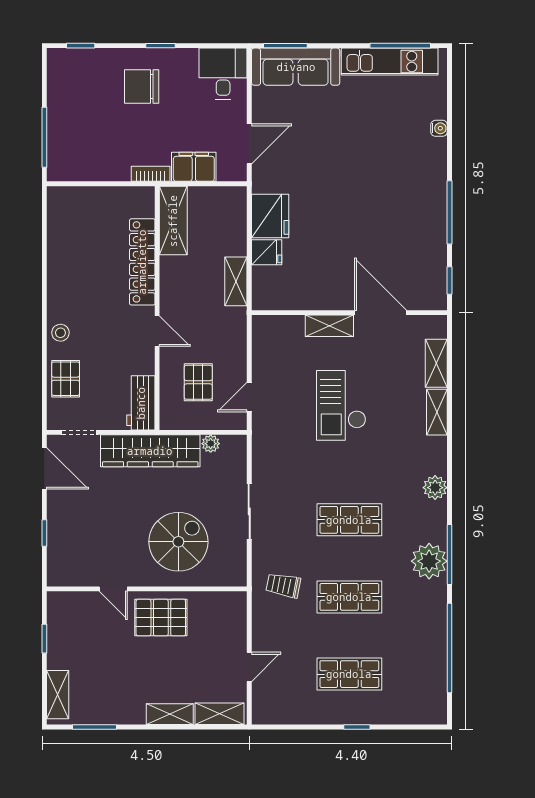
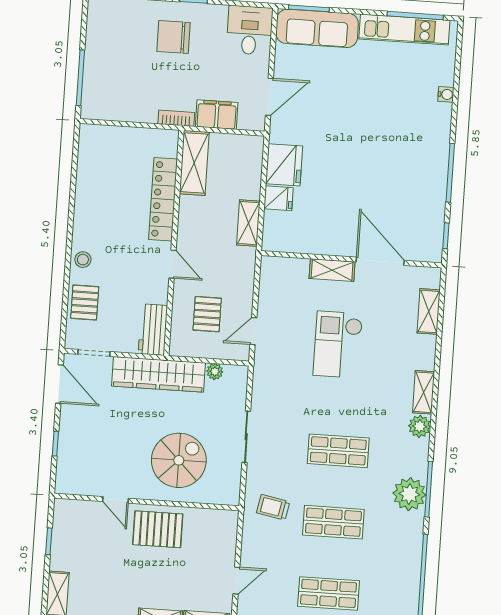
shelving: (437, 412) -> (424, 392), moved

